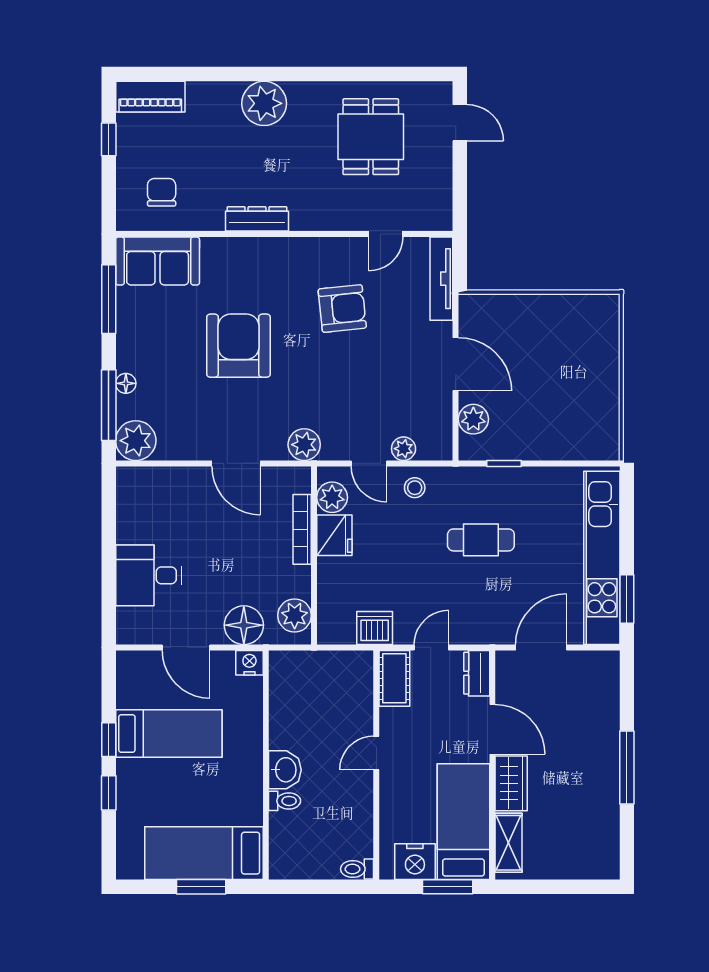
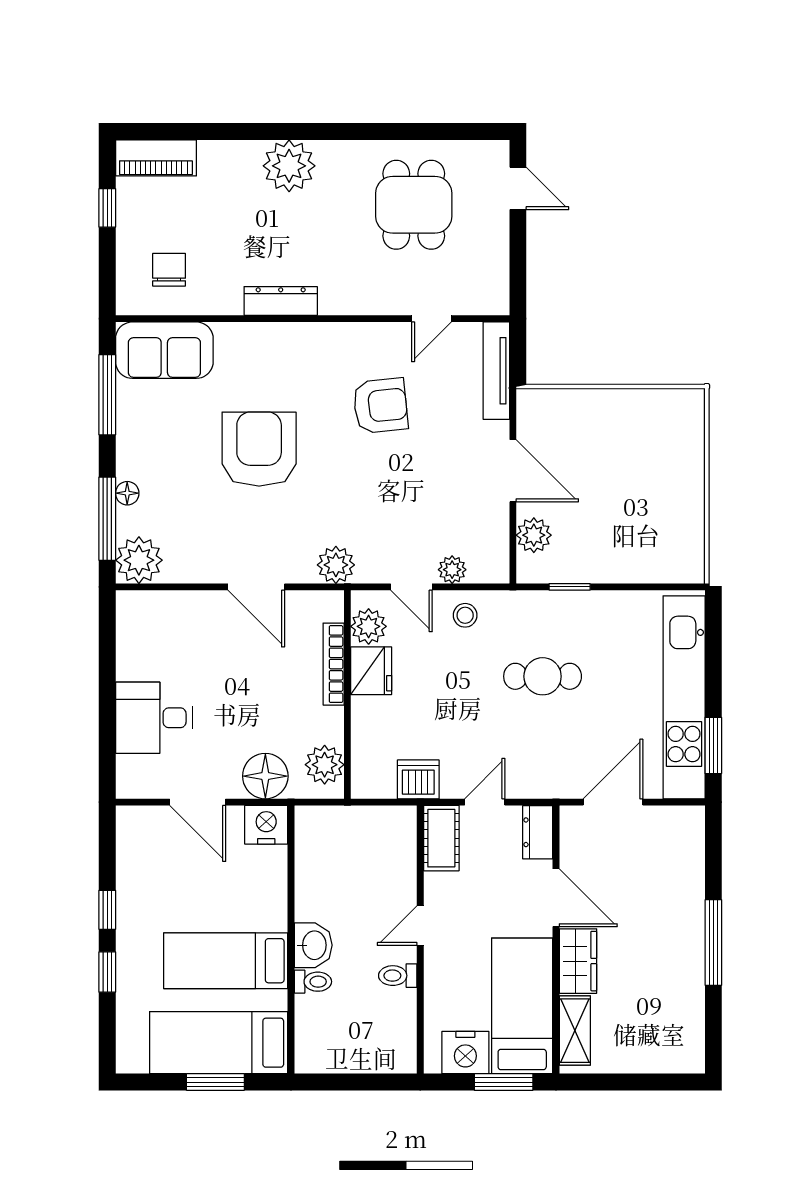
nightstand: (249, 663) -> (266, 825), width x1.36, depth x1.33
bed: (169, 734) -> (226, 961), moved, turned 180
toilet: (357, 869) -> (398, 976), moved

